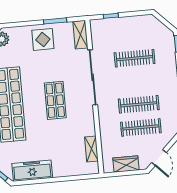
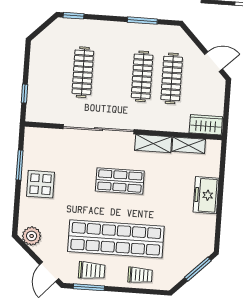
shelving: (80, 35) -> (153, 144), moved
wardrobe: (126, 164) -> (206, 125), moved, turned 90
freezer: (32, 171) -> (206, 195), moved, width x0.71

